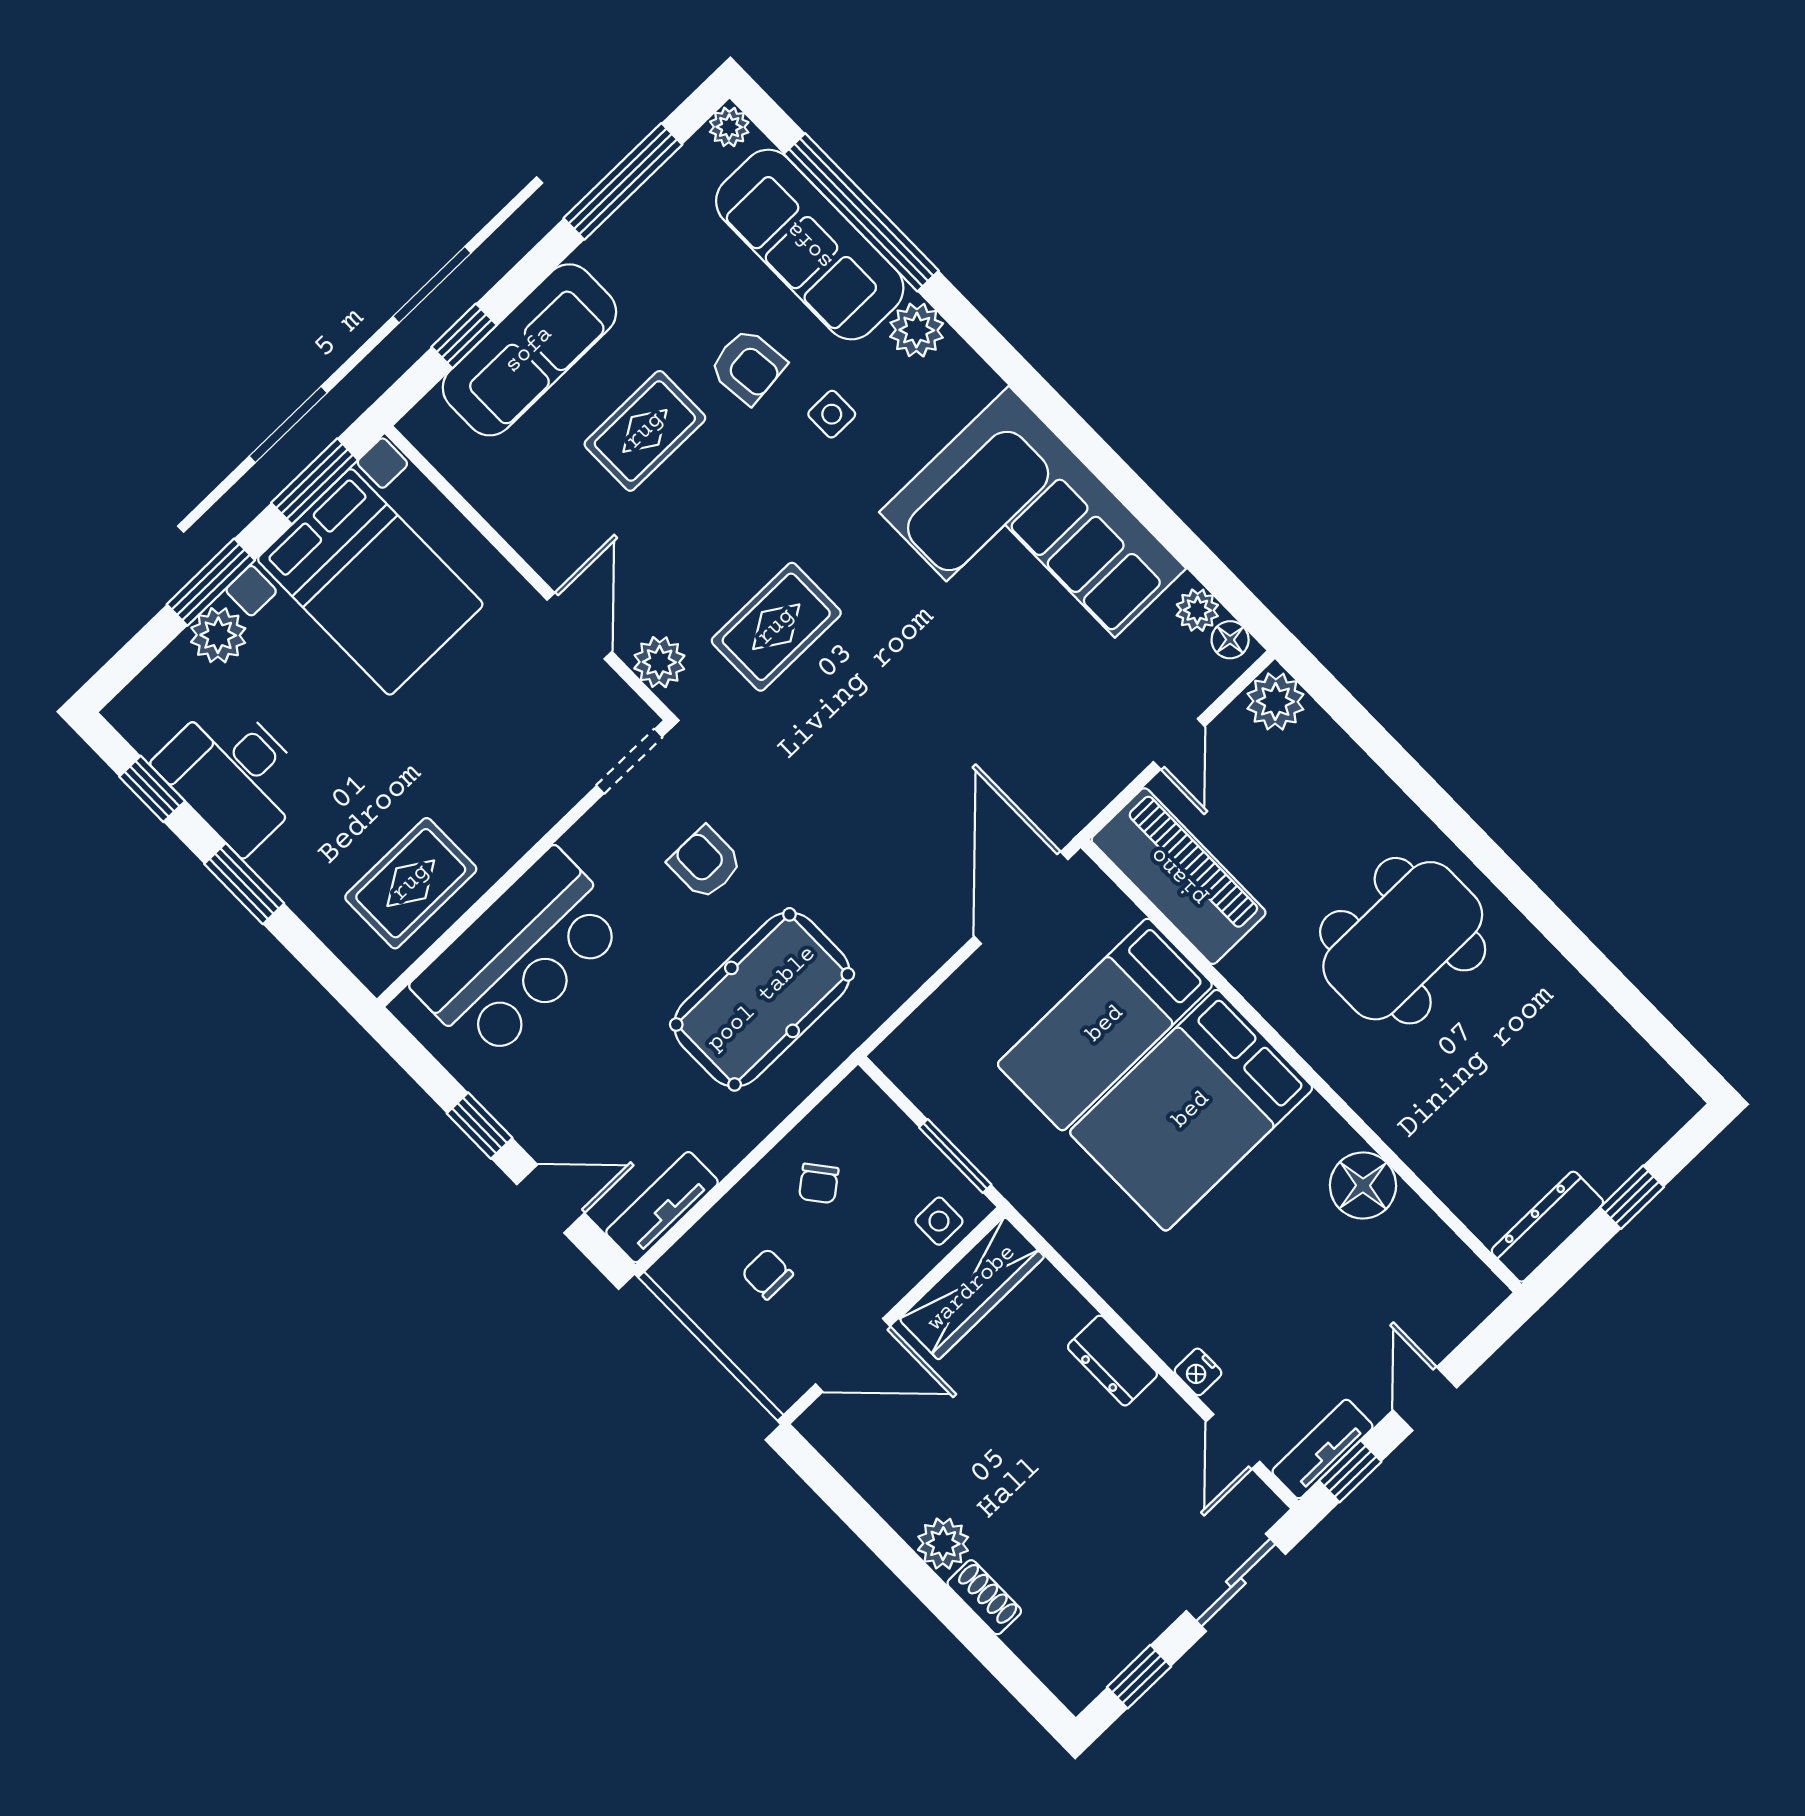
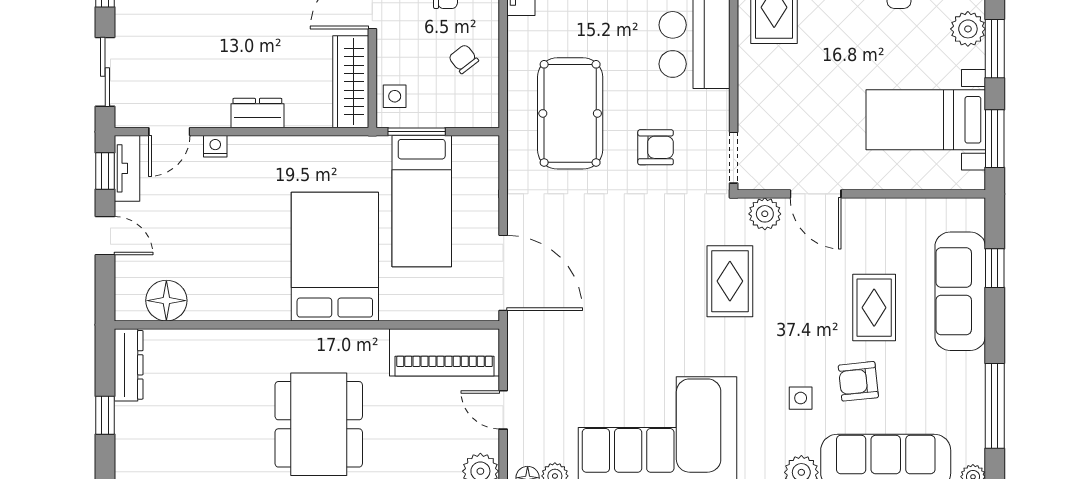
bed with nightstands: (370, 582) -> (926, 120), width x0.73
bed: (1105, 1024) -> (422, 201), moved, turned 180
floor lamp: (1363, 1185) -> (166, 301), moved
door: (1233, 1442) -> (169, 132), swing flipped

